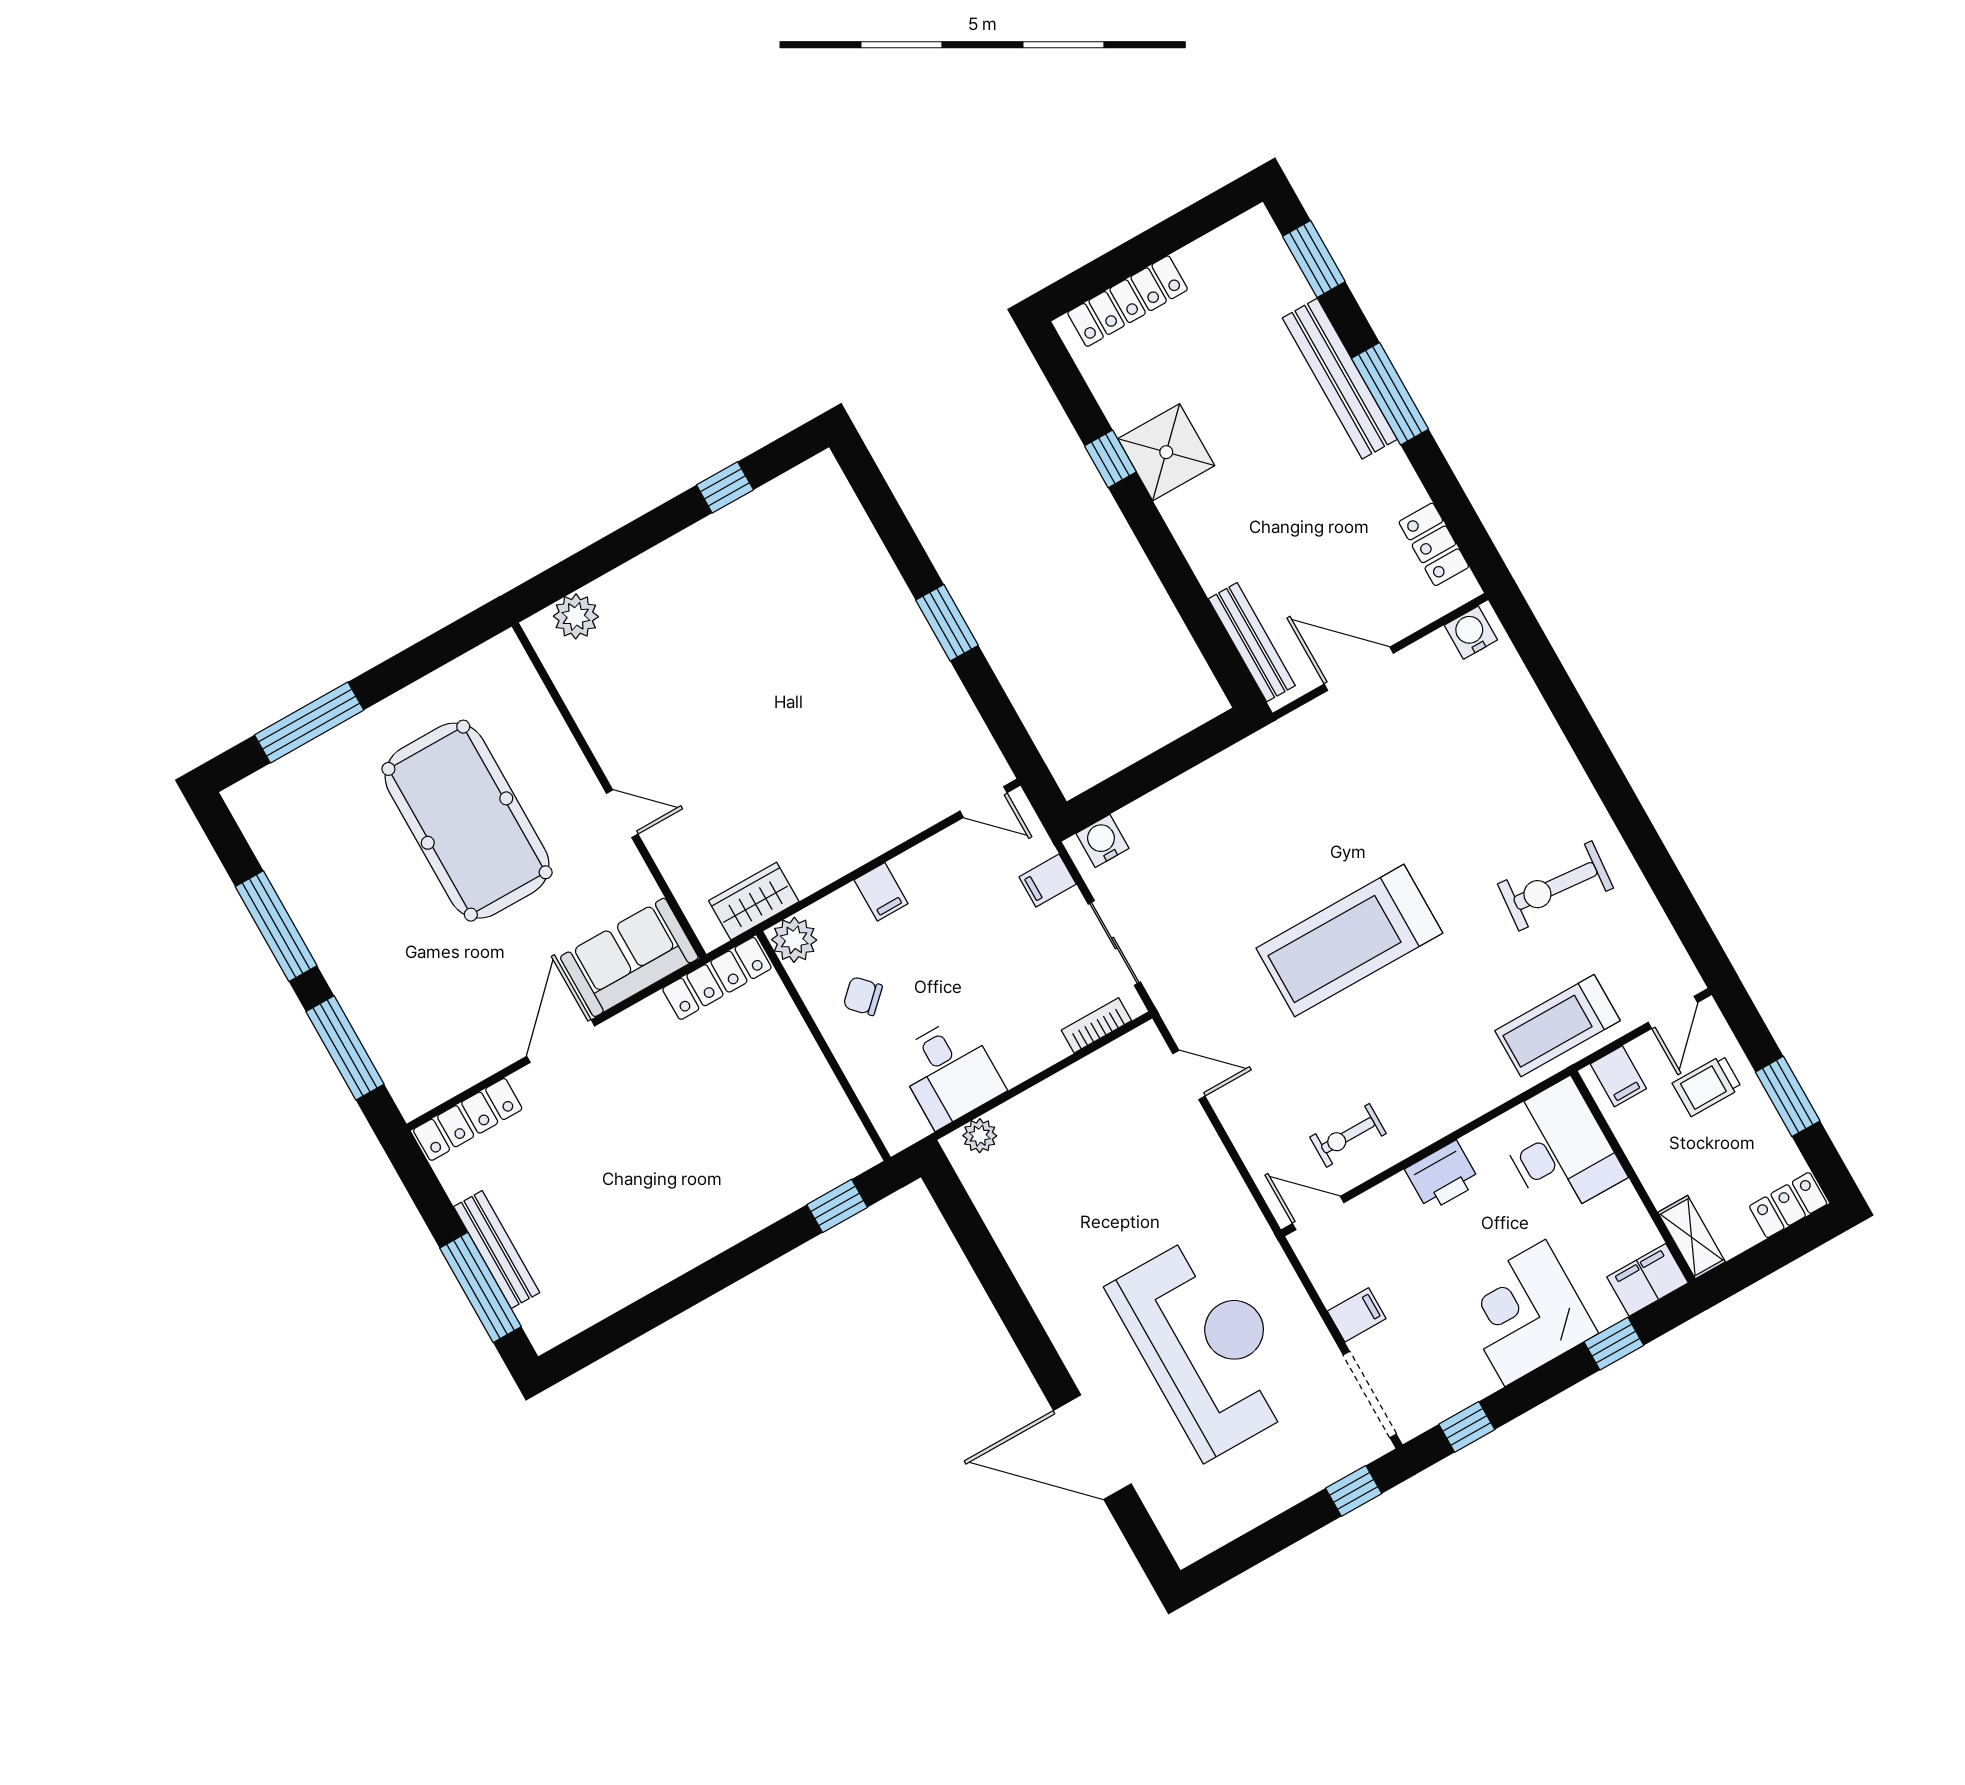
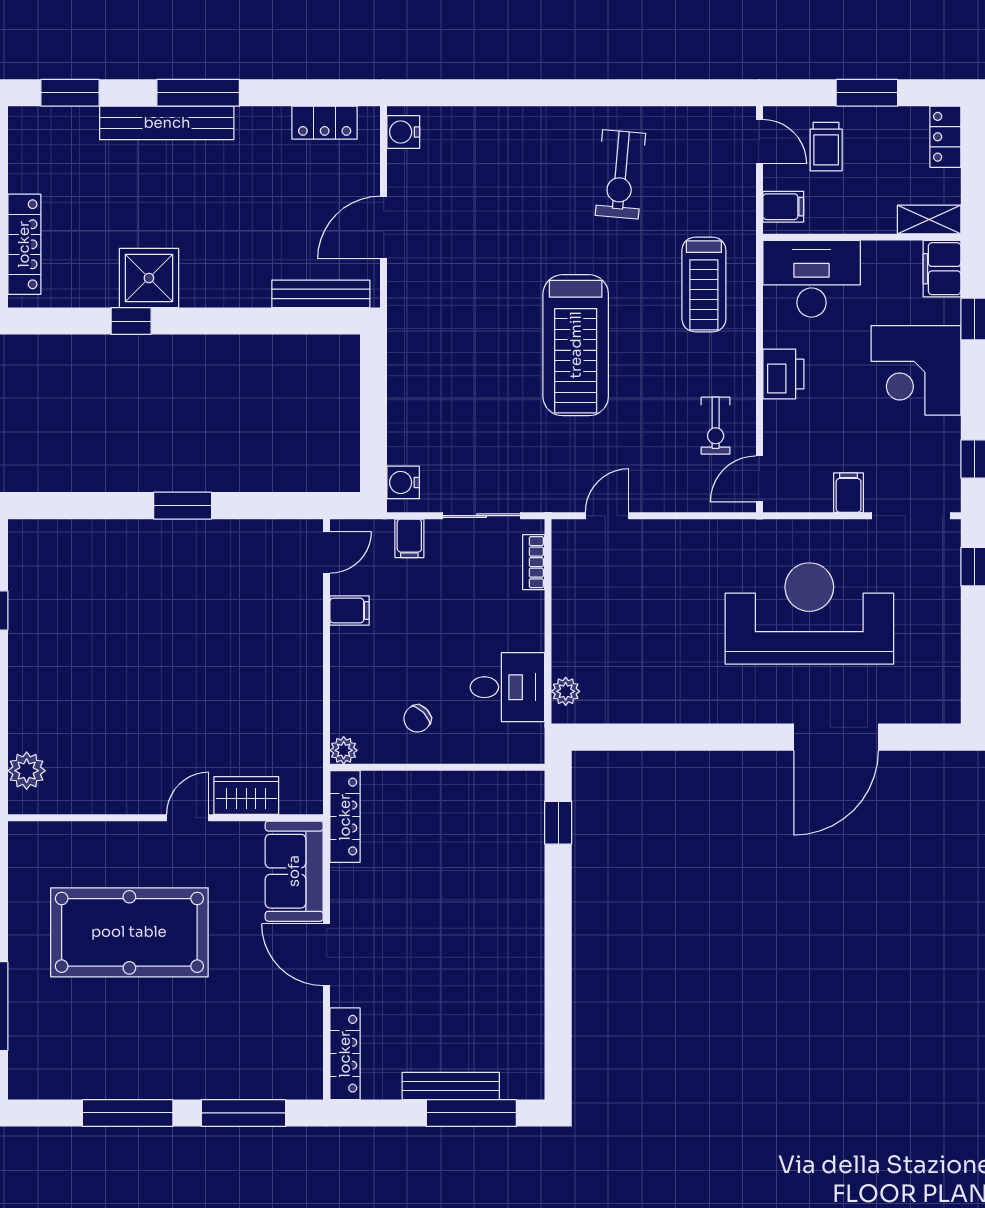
filing cabinet: (881, 892) -> (350, 610), moved
wardrobe: (754, 901) -> (246, 795), moved, turned 90
plant: (794, 940) -> (344, 750), width x0.73, depth x0.73
treadmill: (1557, 1026) -> (704, 284), moved

